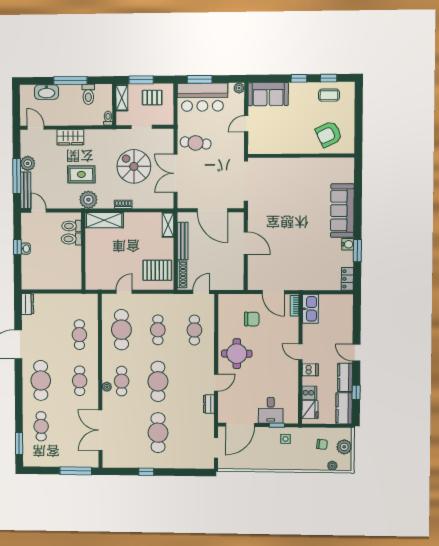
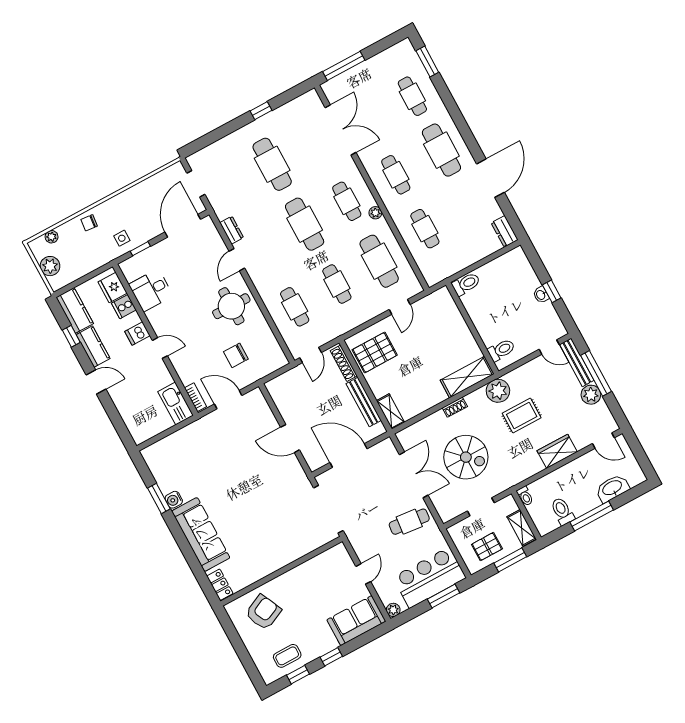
toilet: (71, 239) -> (466, 284), moved
locker: (347, 279) -> (220, 585), moved
plant: (107, 387) -> (375, 213), moved
desk: (271, 410) -> (151, 290), moved, turned -90
chair: (322, 444) -> (89, 223), moved

